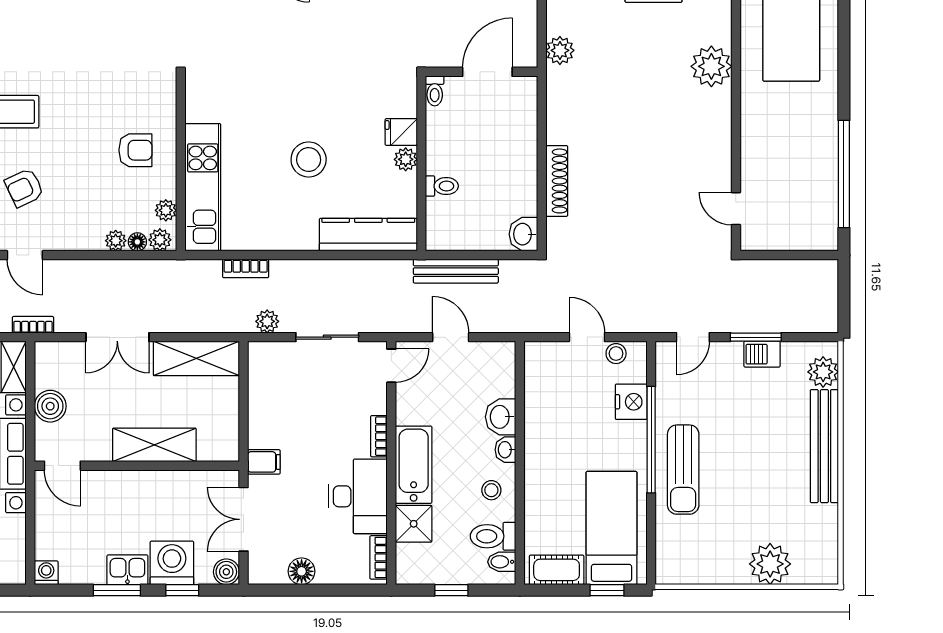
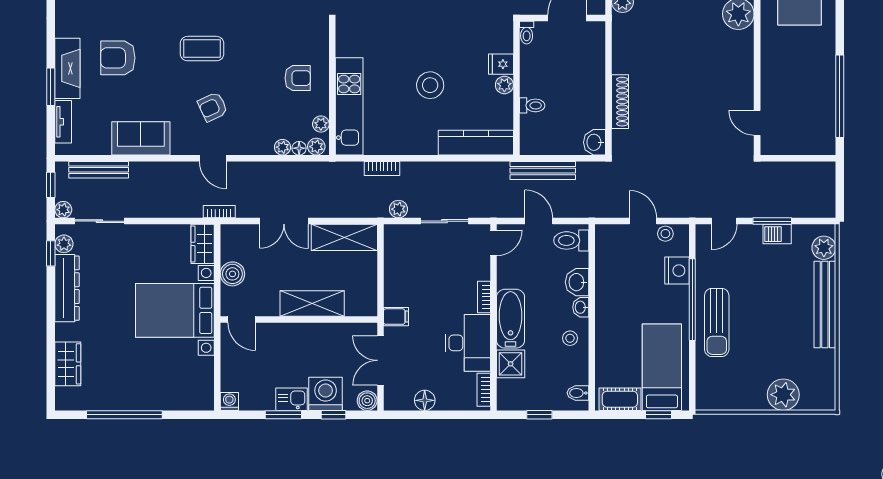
toilet: (493, 536) -> (571, 240), moved

